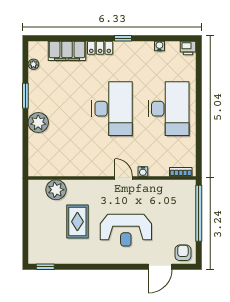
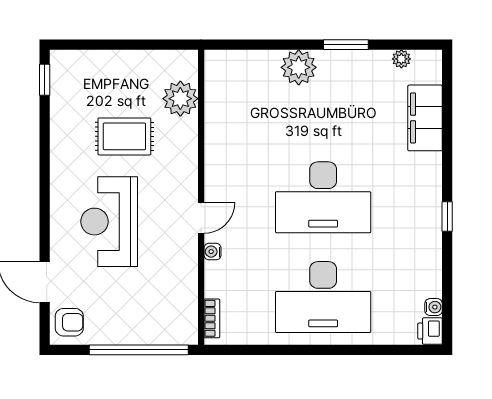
water cooler: (159, 46) -> (434, 307), moved
locker: (100, 48) -> (430, 176), removed

